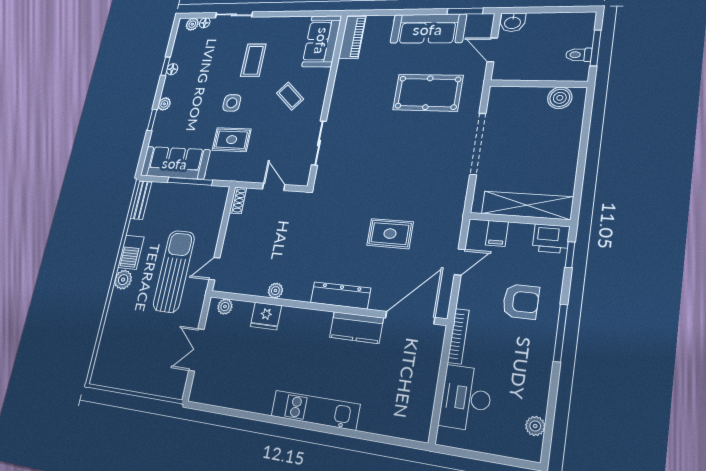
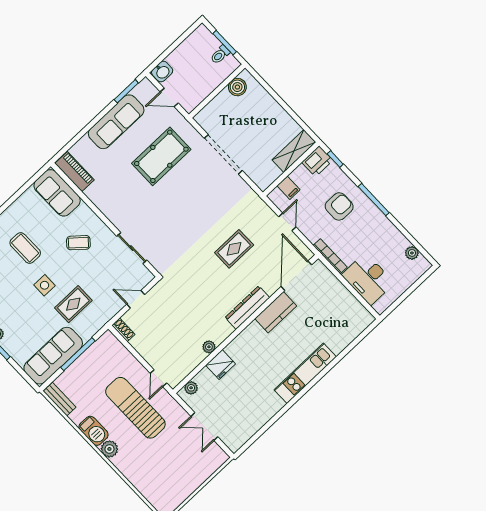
shelving: (527, 205) -> (294, 151), width x0.68

